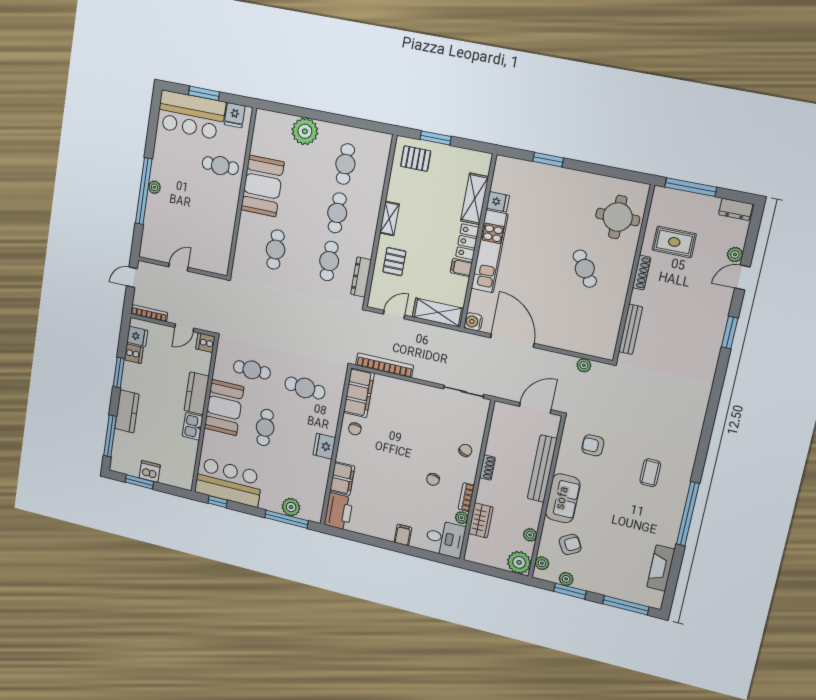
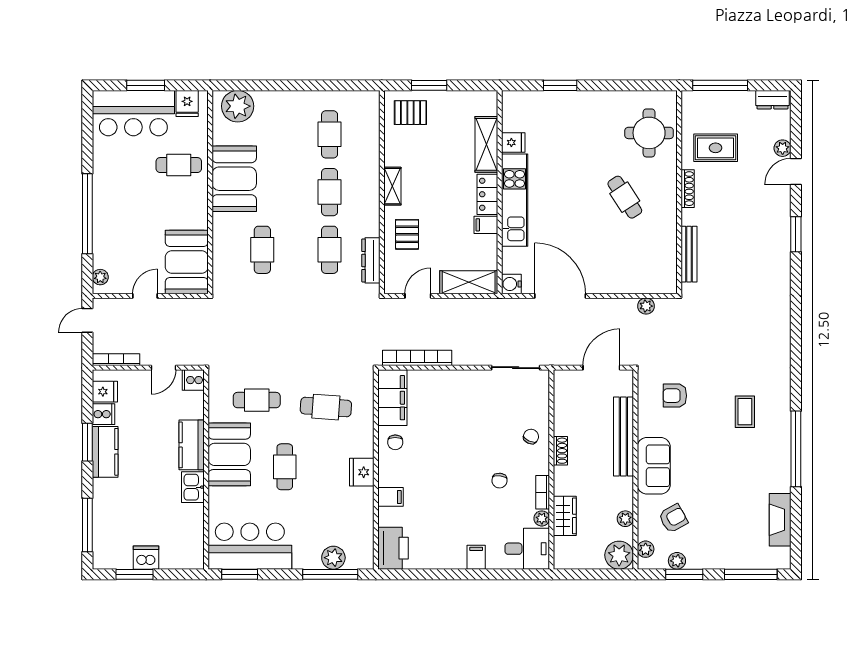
plant: (305, 131) -> (238, 106), moved
plant: (154, 187) -> (100, 277), moved
booth: (215, 247) -> (187, 262), added
kitchen counter: (127, 411) -> (105, 452), moved
filing cabinet: (342, 479) -> (390, 497), width x0.50
window: (218, 502) -> (240, 574), width x1.50

